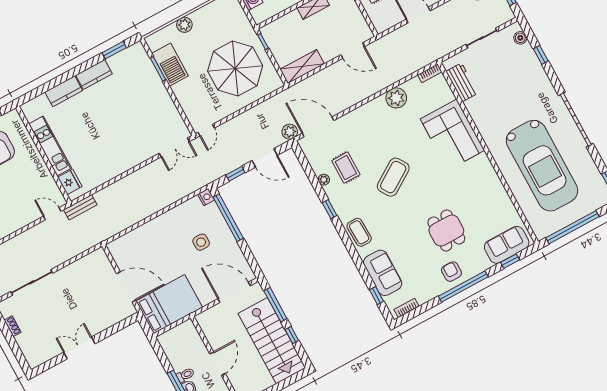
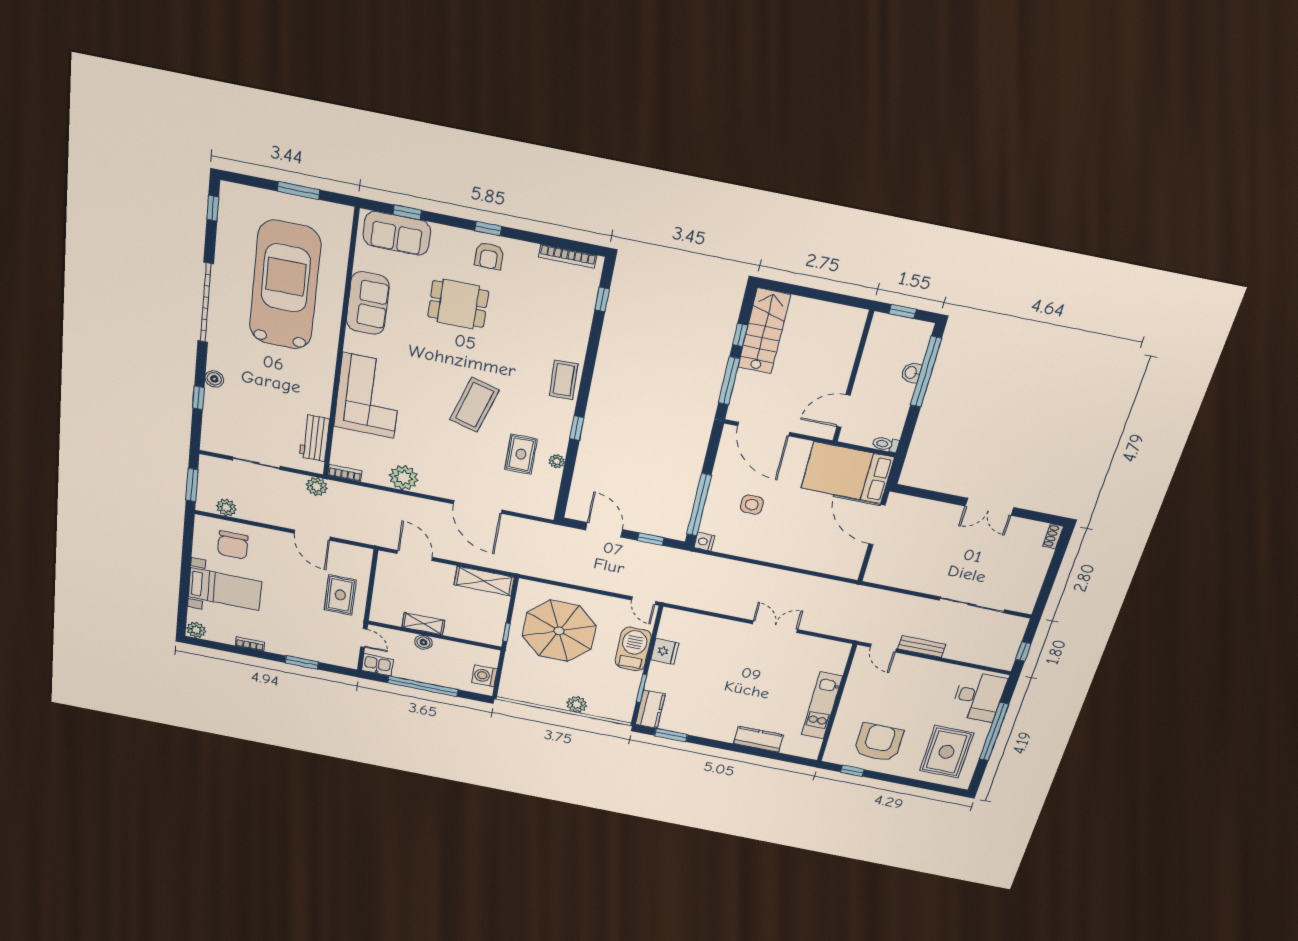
boiler: (520, 38) -> (214, 379), moved
barbecue: (170, 65) -> (633, 649), moved
kitchen counter: (94, 74) -> (650, 709), moved, turned 90
door: (318, 127) -> (478, 507), moved
door: (206, 130) -> (644, 601), swing flipped
plant: (290, 132) -> (317, 487), moved
double door: (174, 147) -> (775, 627), moved
coffee table: (393, 177) -> (474, 405), turned -41
fridge: (70, 182) -> (665, 651), moved, turned 180
bench: (80, 207) -> (922, 647), moved
window: (572, 227) -> (298, 191), width x0.47
dining table: (446, 231) -> (458, 304), turned 90
sofa: (383, 273) -> (368, 303), moved, turned 180
window: (463, 286) -> (488, 229), width x0.32
bookcase: (407, 308) -> (568, 256), width x1.56
shoe rack: (13, 326) -> (1053, 536), moved
stairs: (272, 341) -> (764, 331), width x0.73, depth x0.66
door: (217, 364) -> (843, 411), moved
toilet: (186, 375) -> (886, 444), moved

